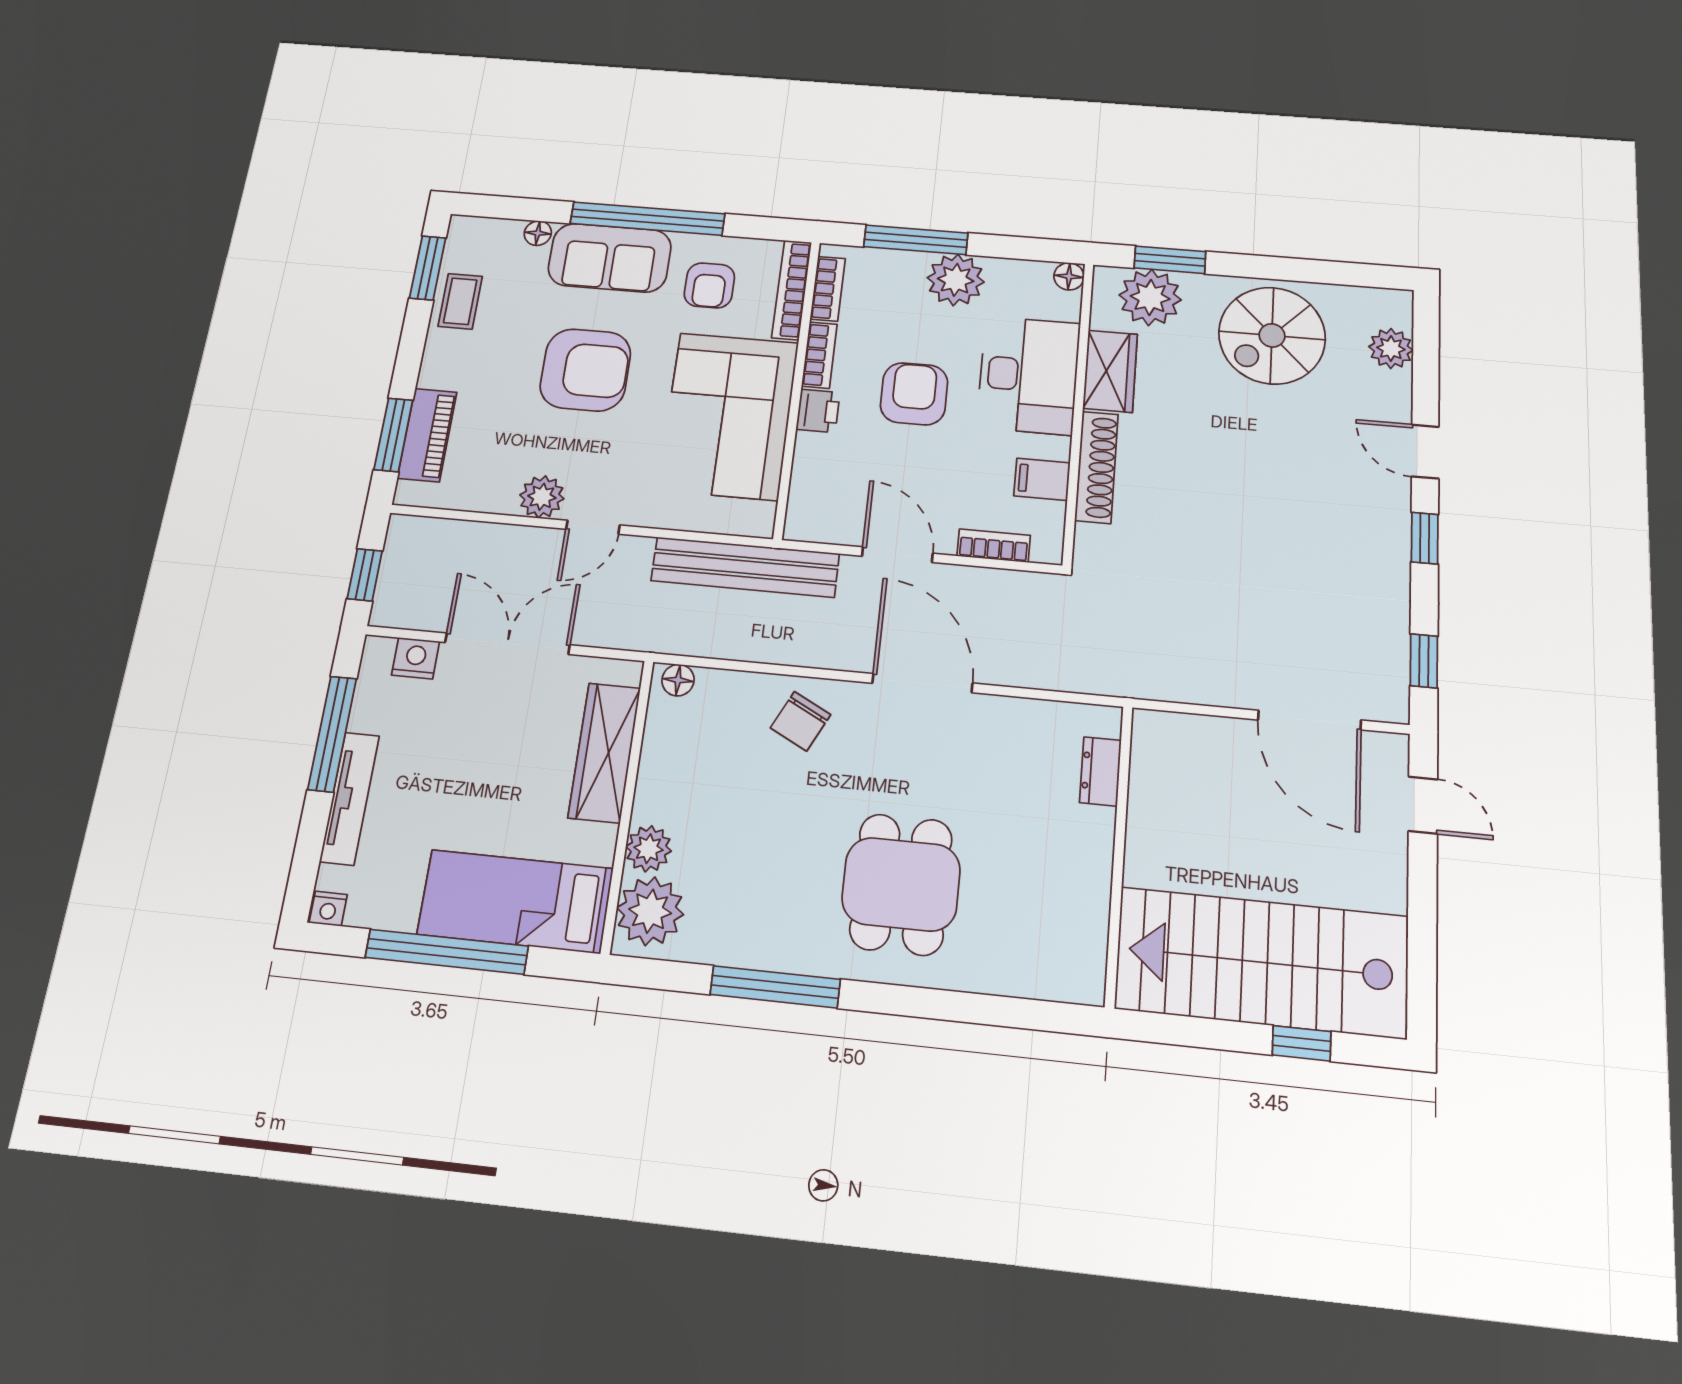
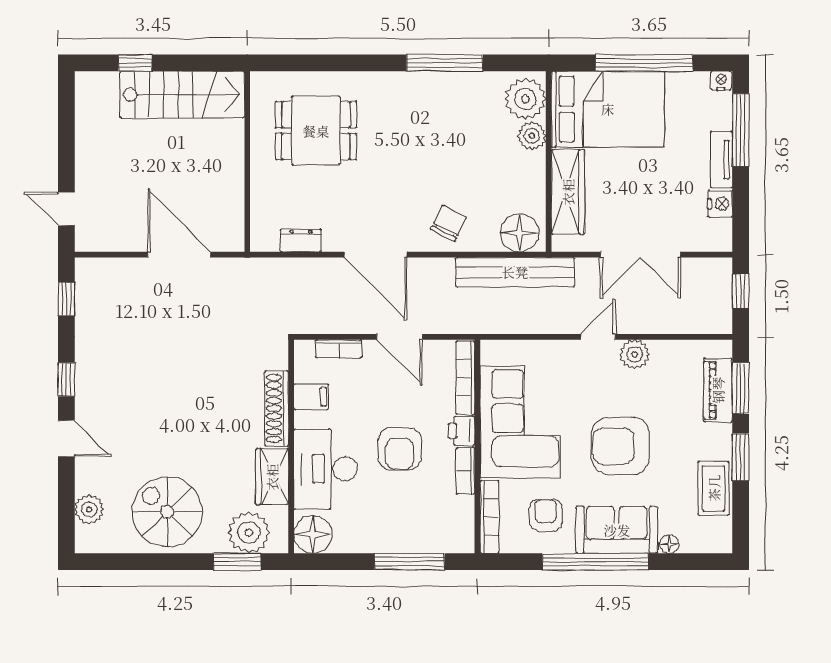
window: (428, 268) -> (741, 457), moved
floor lamp: (1069, 276) -> (313, 534), width x1.89, depth x1.89
plant: (956, 280) -> (380, 534), removed
bookcase: (828, 289) -> (465, 378), moved, width x1.56
coffee table: (460, 301) -> (714, 488), width x1.36, depth x1.30
spiral stairs: (1272, 335) -> (167, 512), turned -90
bench: (745, 567) -> (515, 272), moved
nightstand: (416, 658) -> (720, 204), moved, turned -90
floor lamp: (678, 680) -> (520, 233), width x1.89, depth x1.89
door: (1310, 720) -> (179, 255), moved
window: (332, 734) -> (741, 130), moved
dresser: (1100, 771) -> (301, 241), moved, turned -90
tv unit: (350, 798) -> (721, 160), width x0.71
dining table: (901, 884) -> (316, 131), moved, turned 90
bed: (515, 901) -> (608, 109), width x1.50
stairs: (1262, 962) -> (182, 95), width x0.73, depth x0.66

